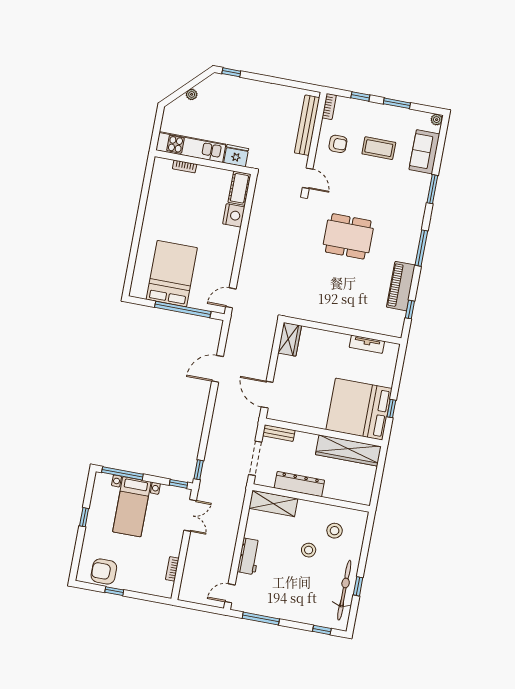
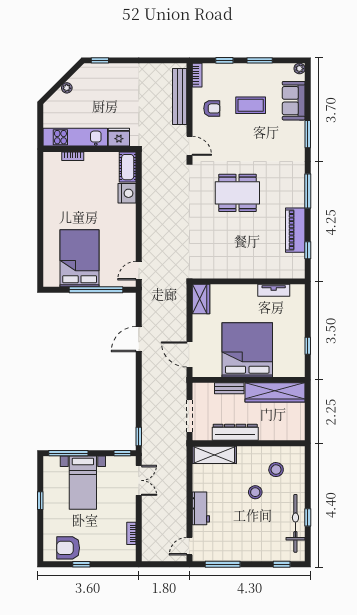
bed: (359, 409) -> (247, 350), moved, turned 90
bench: (279, 433) -> (229, 388), moved

